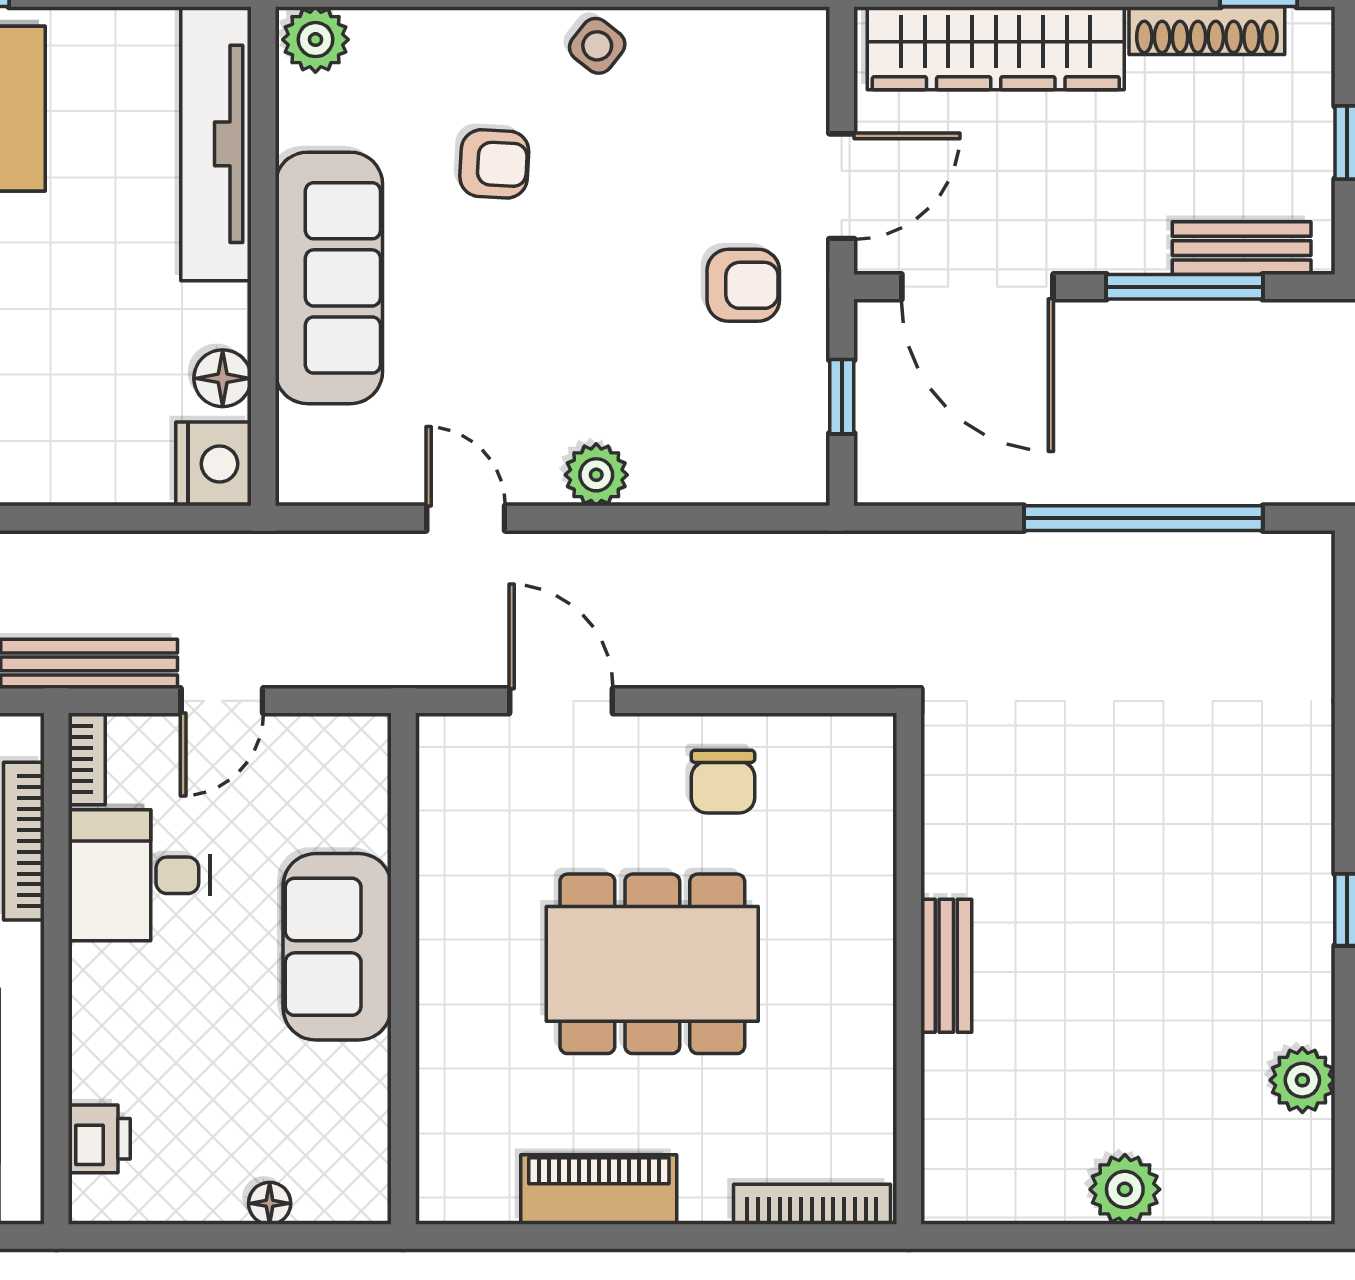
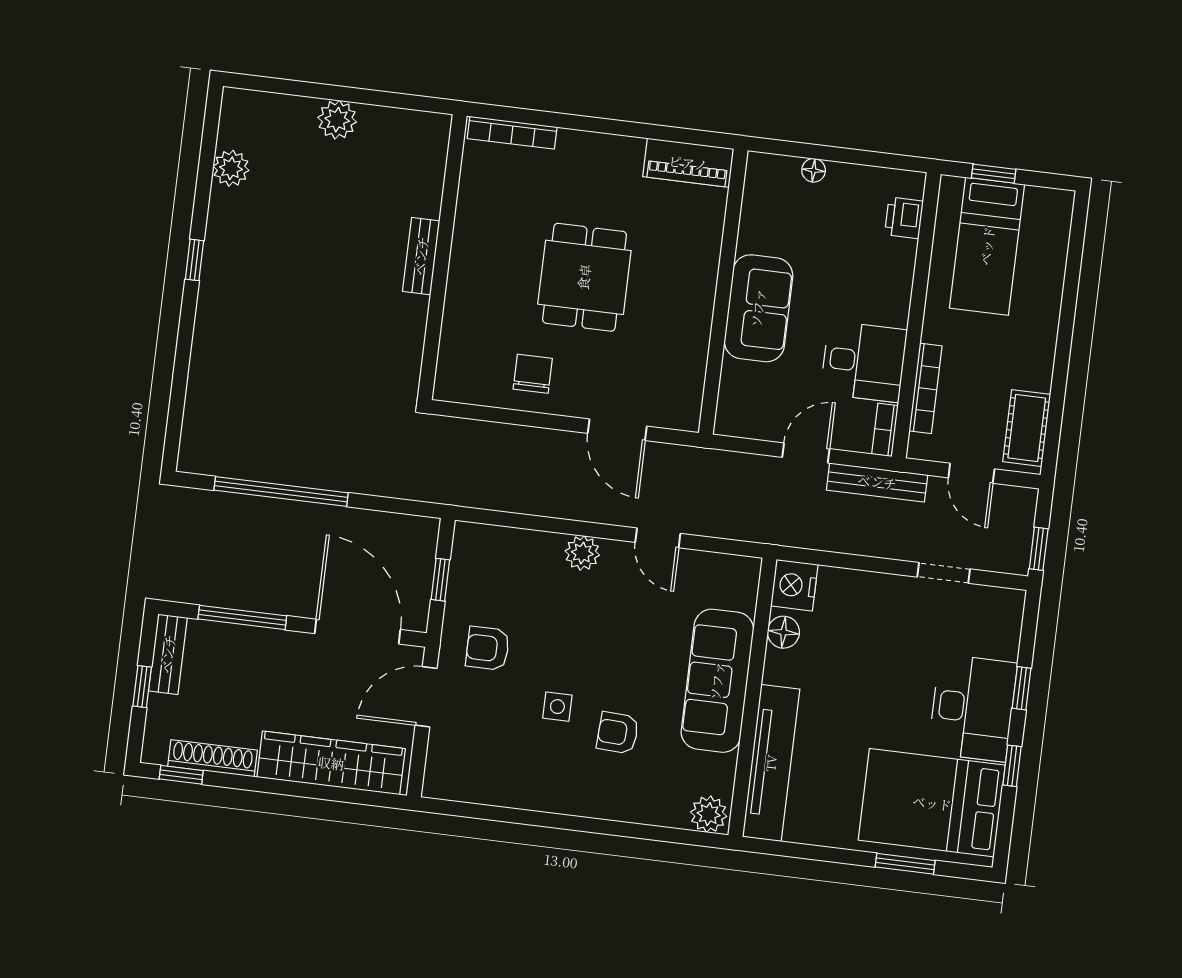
side table: (597, 46) -> (557, 707), moved, turned -38
bench: (1242, 248) -> (168, 654), moved, turned 90
dining table: (652, 964) -> (584, 277), width x0.73
piano: (599, 1190) -> (688, 163), moved

